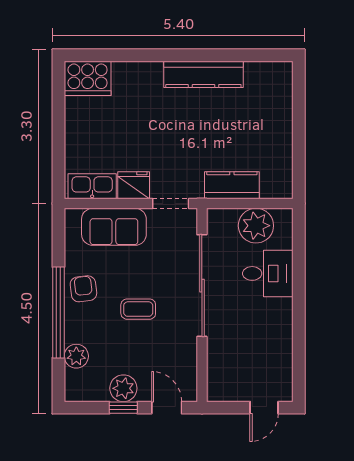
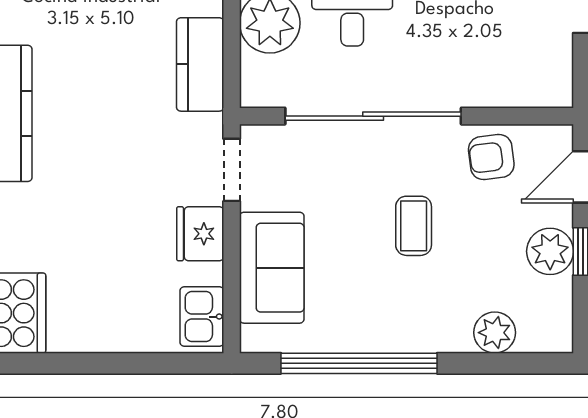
kitchen sink: (92, 186) -> (202, 317), width x0.73
armchair: (83, 289) -> (491, 157), moved
window: (58, 312) -> (359, 363), moved

